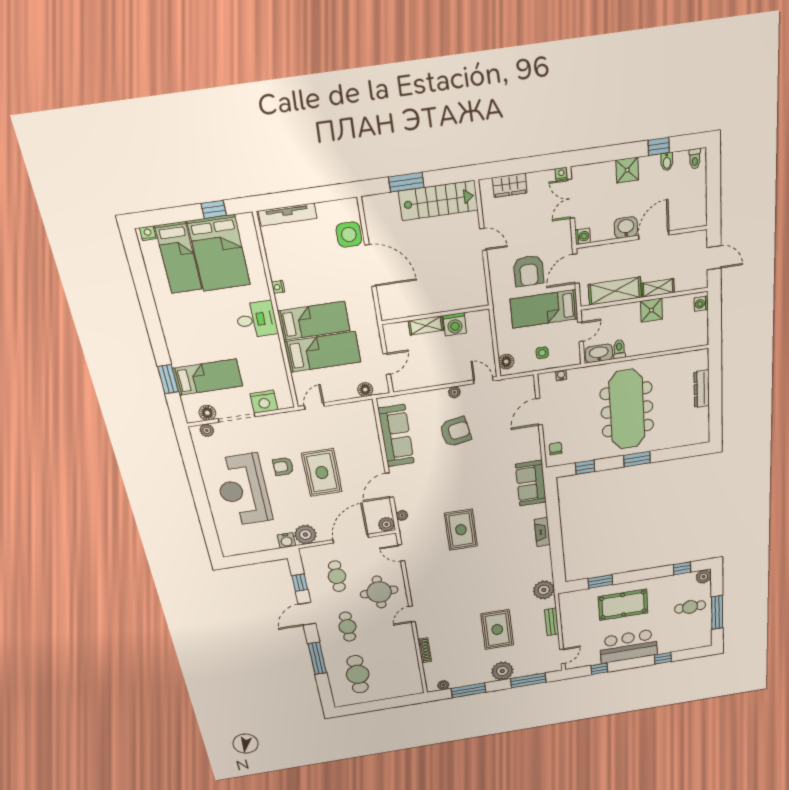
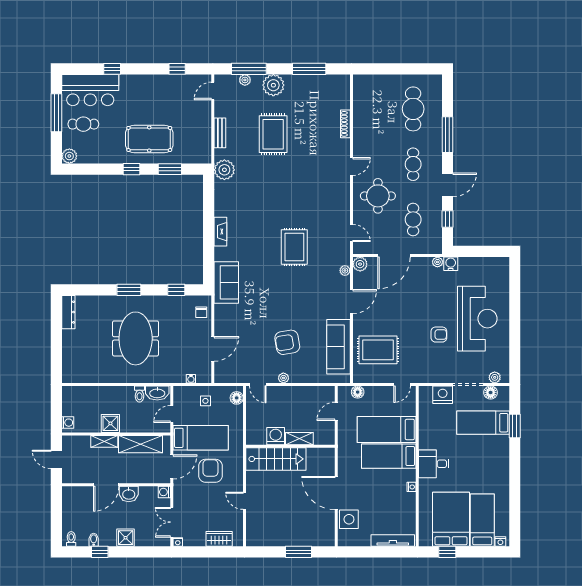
double door: (571, 199) -> (172, 522), swing flipped
stairs: (438, 200) -> (276, 459), moved, turned 180
dresser: (702, 389) -> (68, 312), moved
meeting table: (627, 410) -> (136, 338), width x0.73
rug: (322, 473) -> (378, 350), moved, turned 90
plant: (305, 535) -> (437, 262), width x0.53, depth x0.53
window: (682, 568) -> (131, 169), moved
bar counter: (629, 646) -> (90, 90), moved
plant: (443, 685) -> (245, 80), moved

